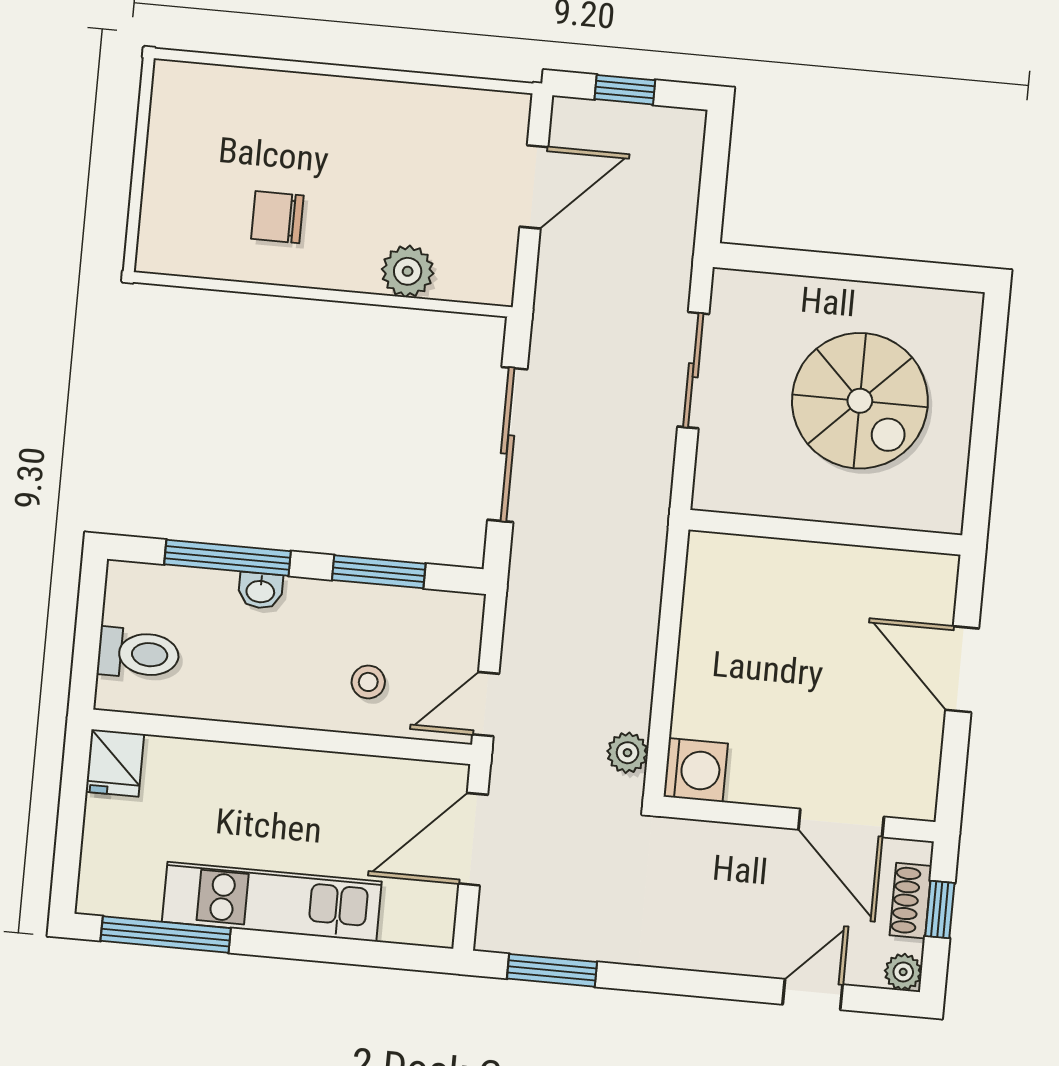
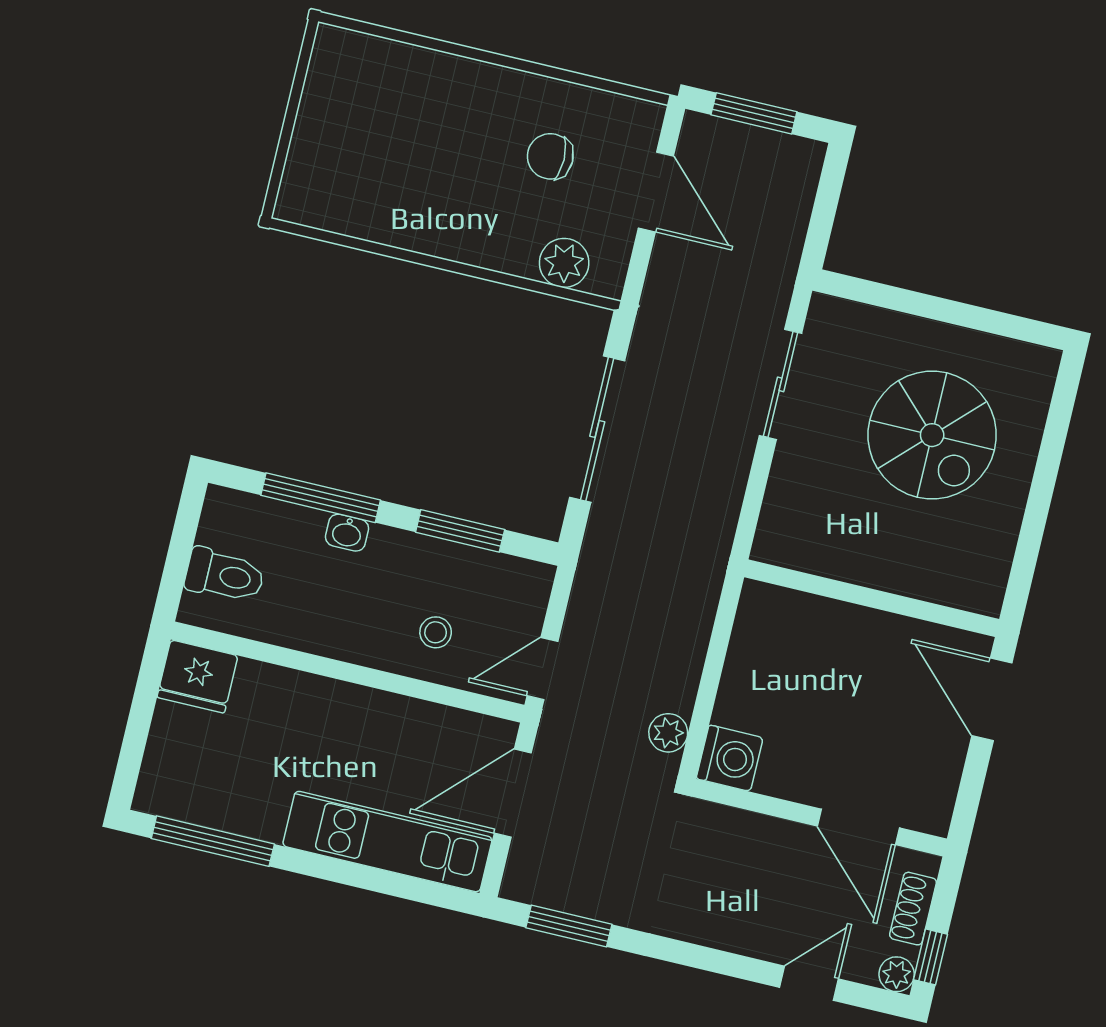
window: (625, 90) -> (754, 113), width x1.50
door: (534, 187) -> (656, 192), hinge flipped
chair: (277, 217) -> (550, 156), moved
plant: (408, 271) -> (564, 263), moved
wall: (825, 532) -> (872, 598), moved
fridge: (115, 763) -> (197, 676), width x1.38
kitchen unit: (272, 902) -> (387, 842), moved
window: (940, 909) -> (931, 957), moved

